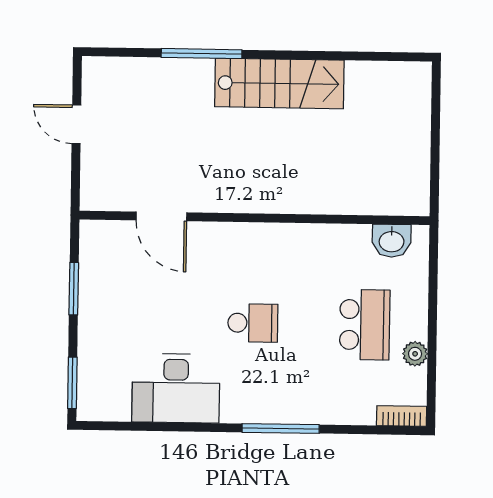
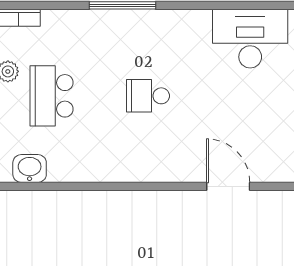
desk: (176, 388) -> (250, 39), moved

